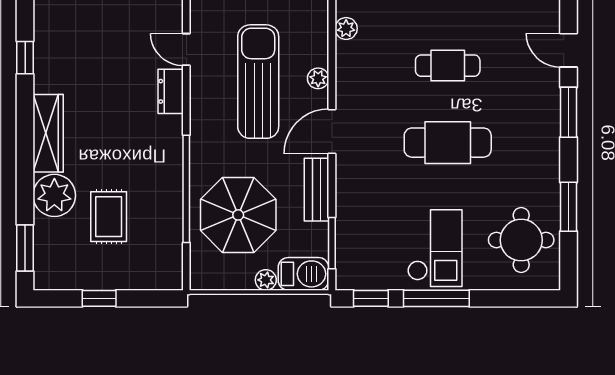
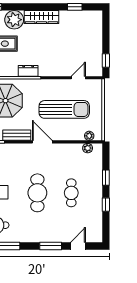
plant: (318, 78) -> (89, 136), moved
dresser: (171, 91) -> (28, 71), moved

